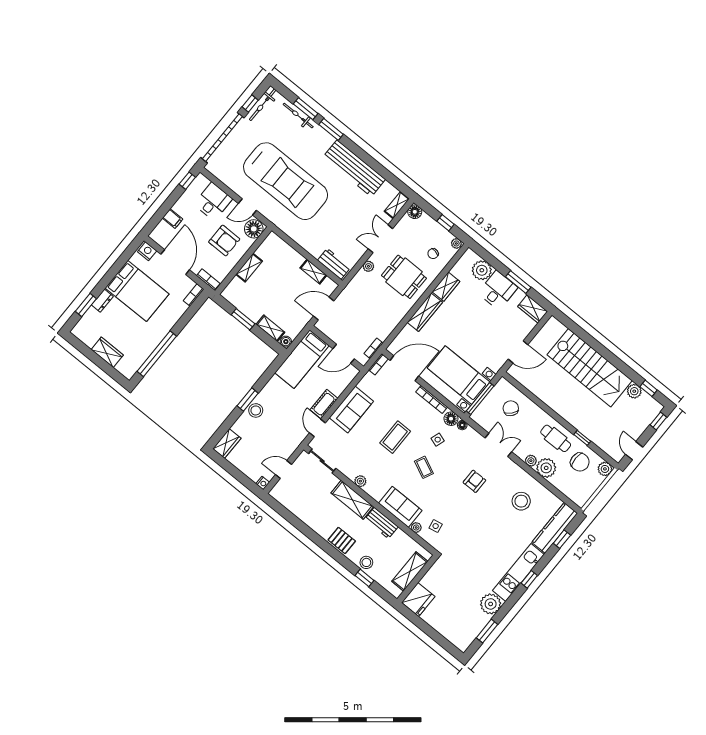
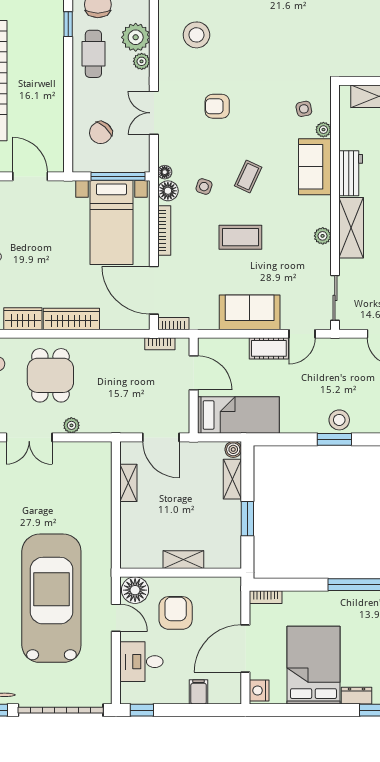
workbench: (334, 264) -> (100, 467), removed
bookcase: (208, 280) -> (235, 595), removed

